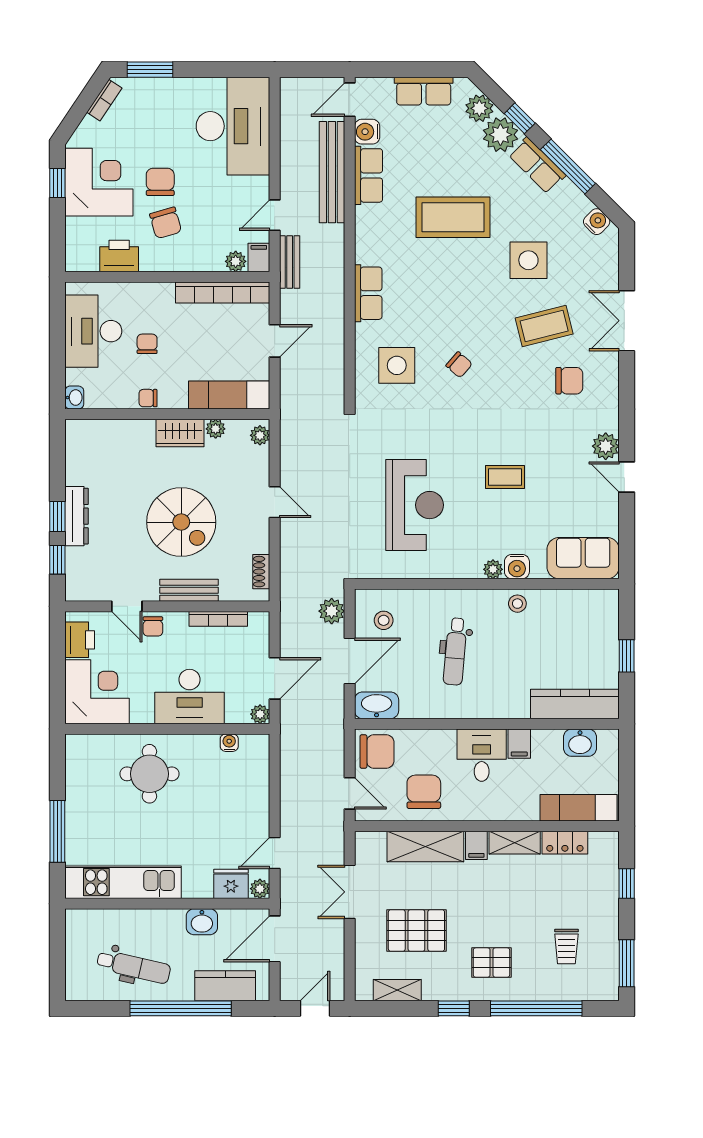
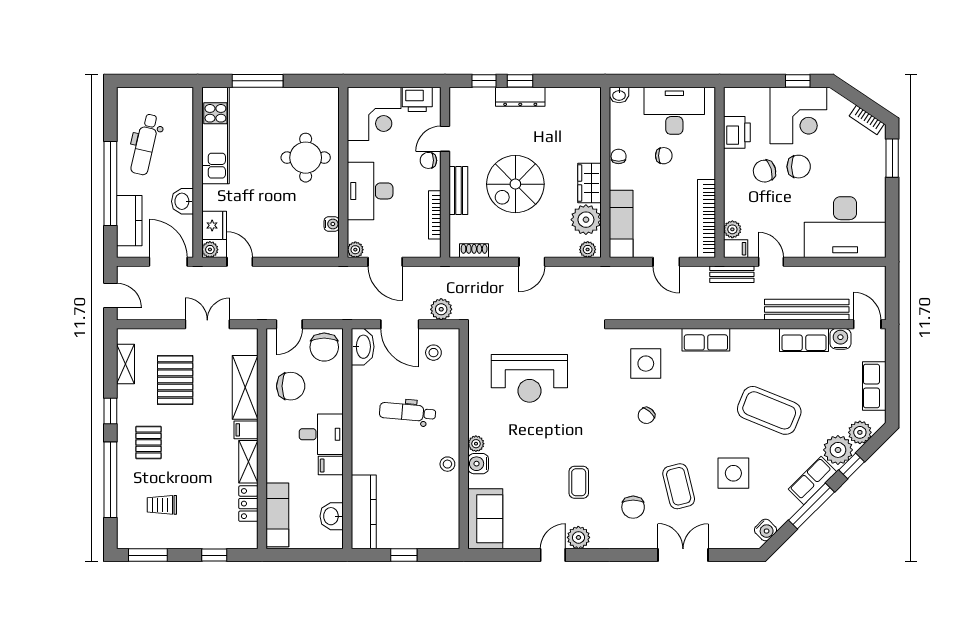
coffee table: (453, 217) -> (769, 410), turned -68
plant: (216, 429) -> (586, 220), width x1.88, depth x1.88
coffee table: (505, 477) -> (579, 482), moved

